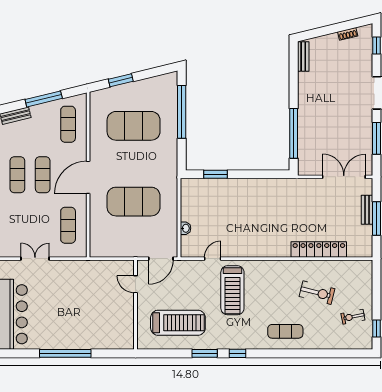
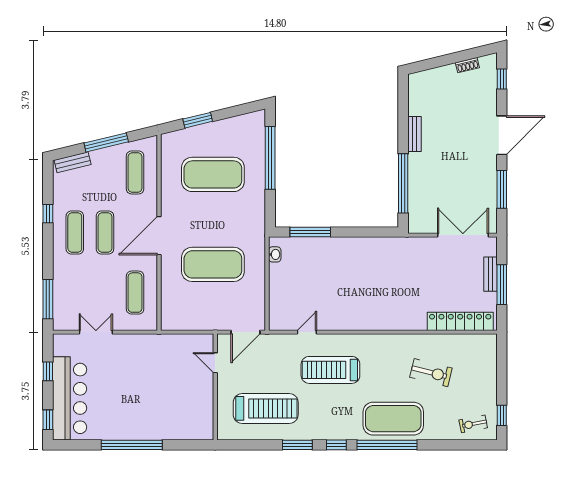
bench: (303, 57) -> (415, 134), moved
window: (215, 174) -> (310, 232), width x1.44
washbasin: (186, 228) -> (275, 254), moved
locker: (319, 249) -> (460, 321), moved
treadmill: (232, 290) -> (330, 370), turned 90
exercise bike: (353, 317) -> (473, 424), moved
exercise mat: (285, 331) -> (393, 419), width x2.00, depth x1.45
window: (280, 353) -> (387, 445), added

